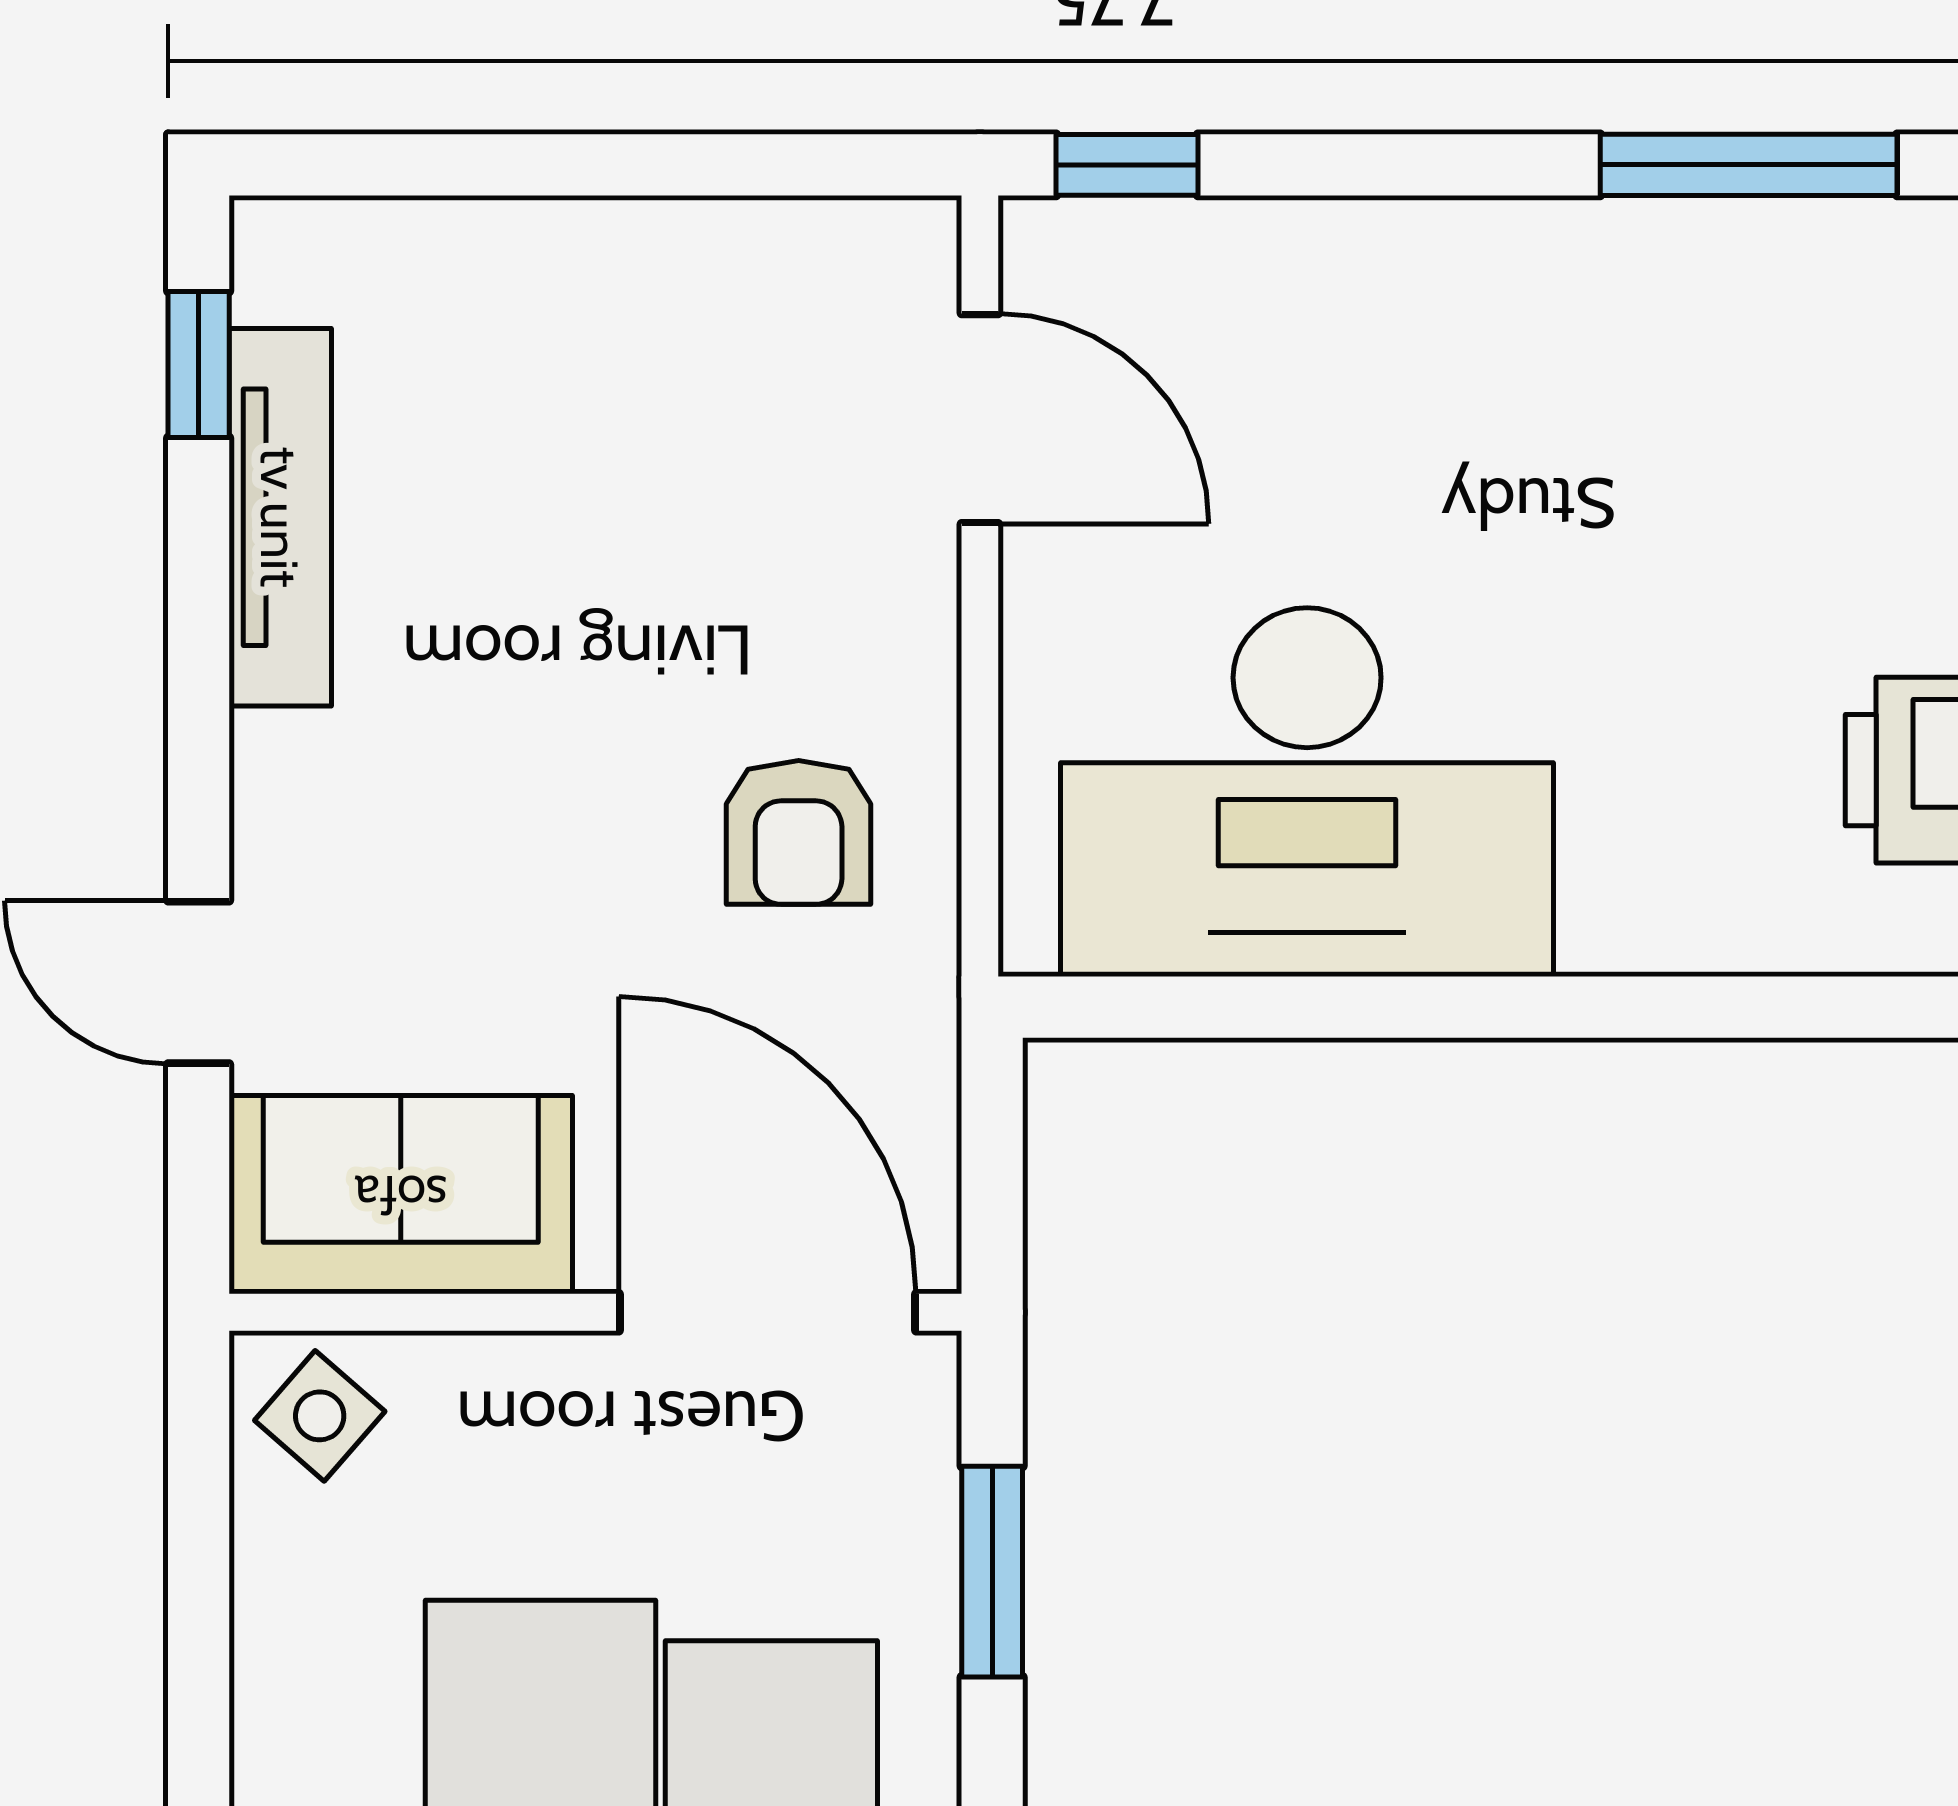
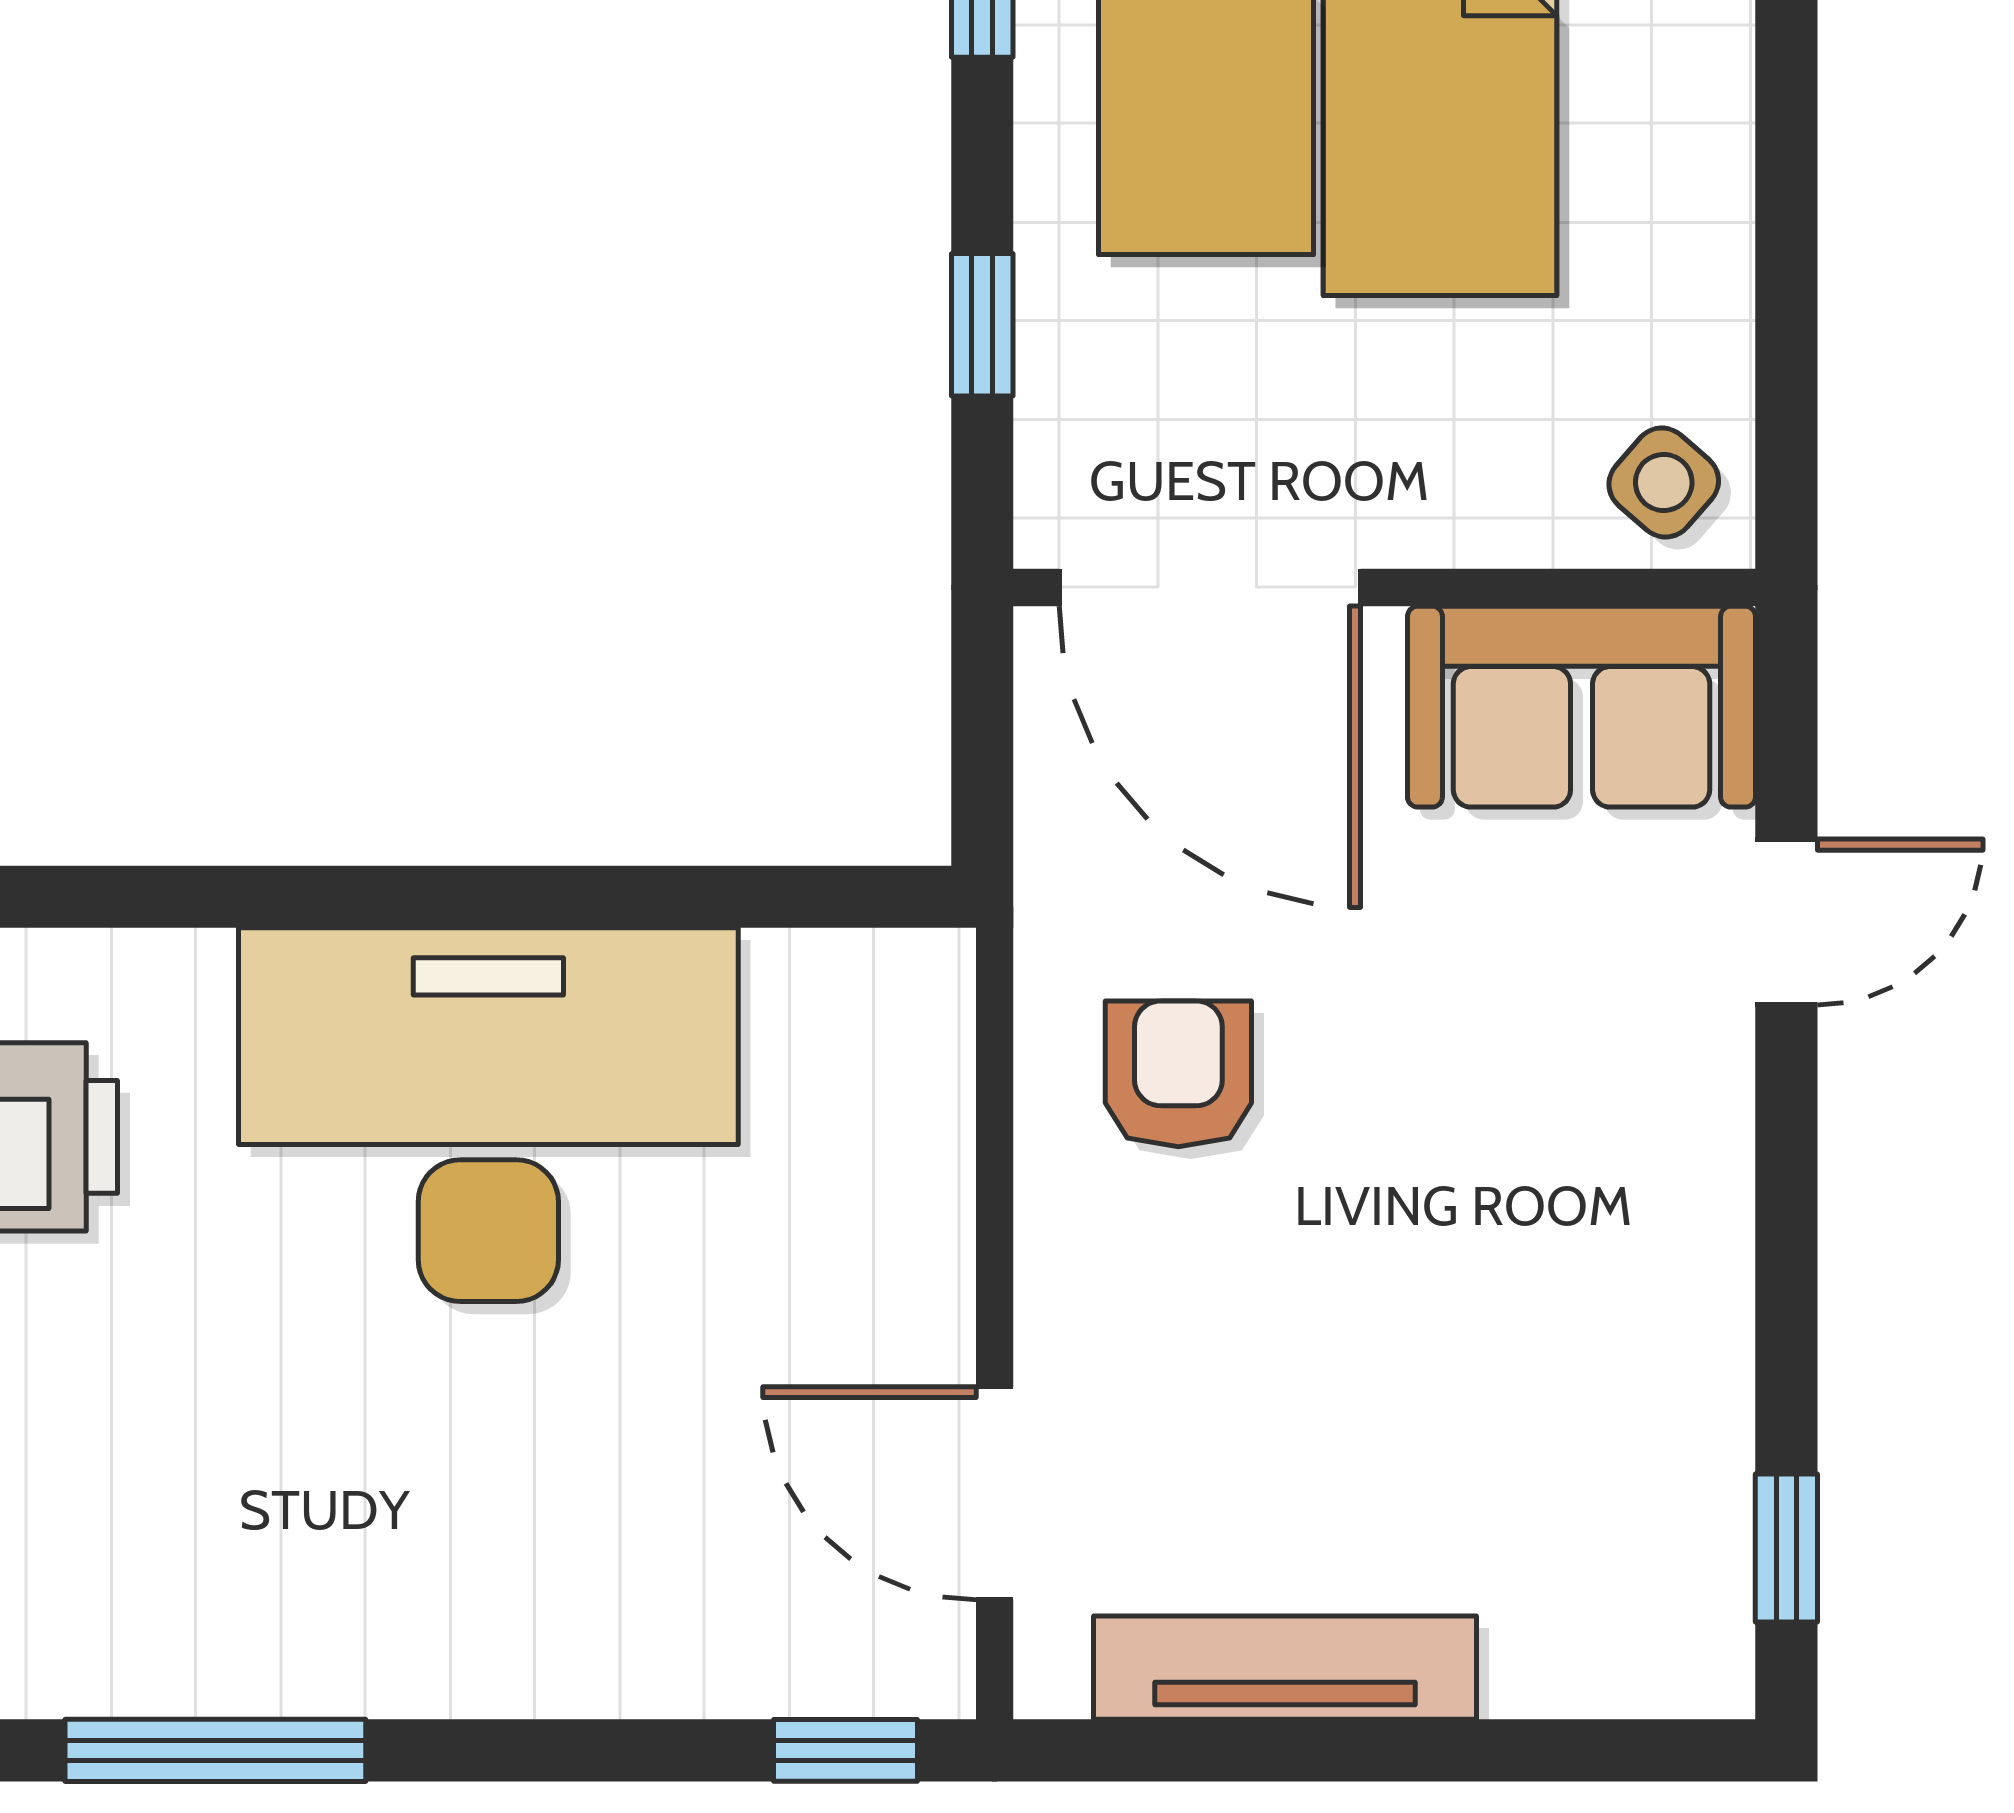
tv unit: (280, 517) -> (1285, 1668), moved, turned 90
desk: (1307, 792) -> (488, 1115), moved
door: (199, 982) -> (1786, 922), hinge flipped
window: (992, 1572) -> (982, 325), width x0.67

